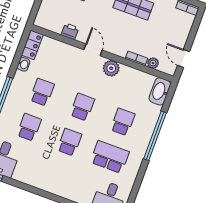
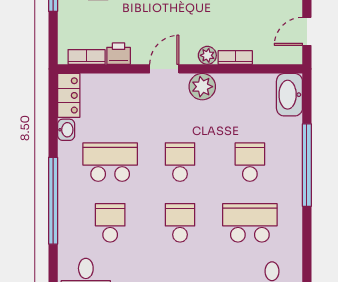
bookcase: (51, 26) -> (87, 57), added
door: (93, 50) -> (164, 69), hinge flipped
door: (183, 58) -> (307, 31), hinge flipped
plant: (153, 63) -> (207, 55), moved
school desk: (42, 92) -> (110, 162), width x1.85

